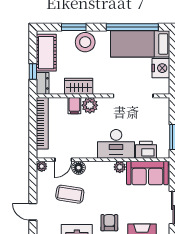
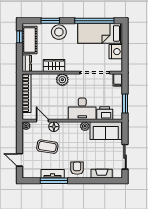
window: (33, 71) -> (19, 37), moved
filing cabinet: (74, 106) -> (118, 80), moved
door: (63, 160) -> (42, 121), swing flipped

